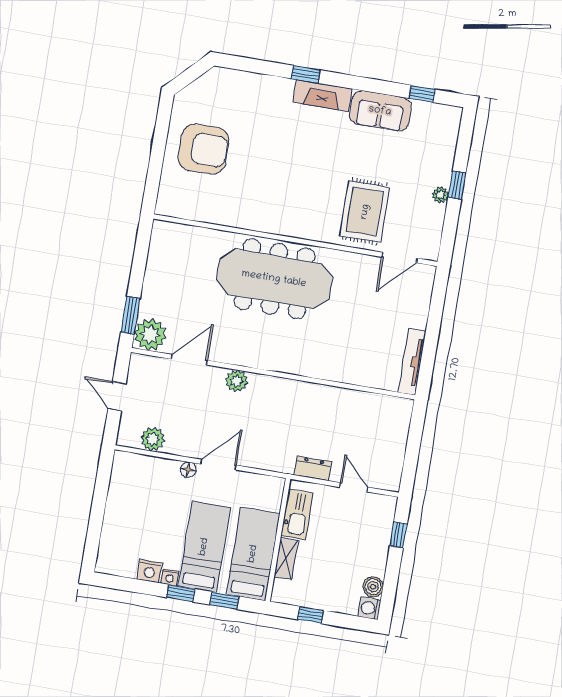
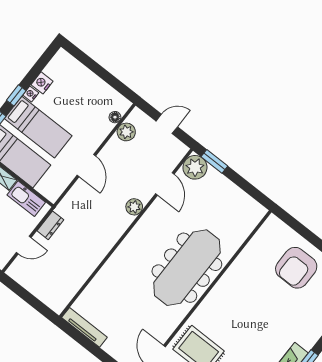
floor lamp: (188, 470) -> (115, 117), moved

